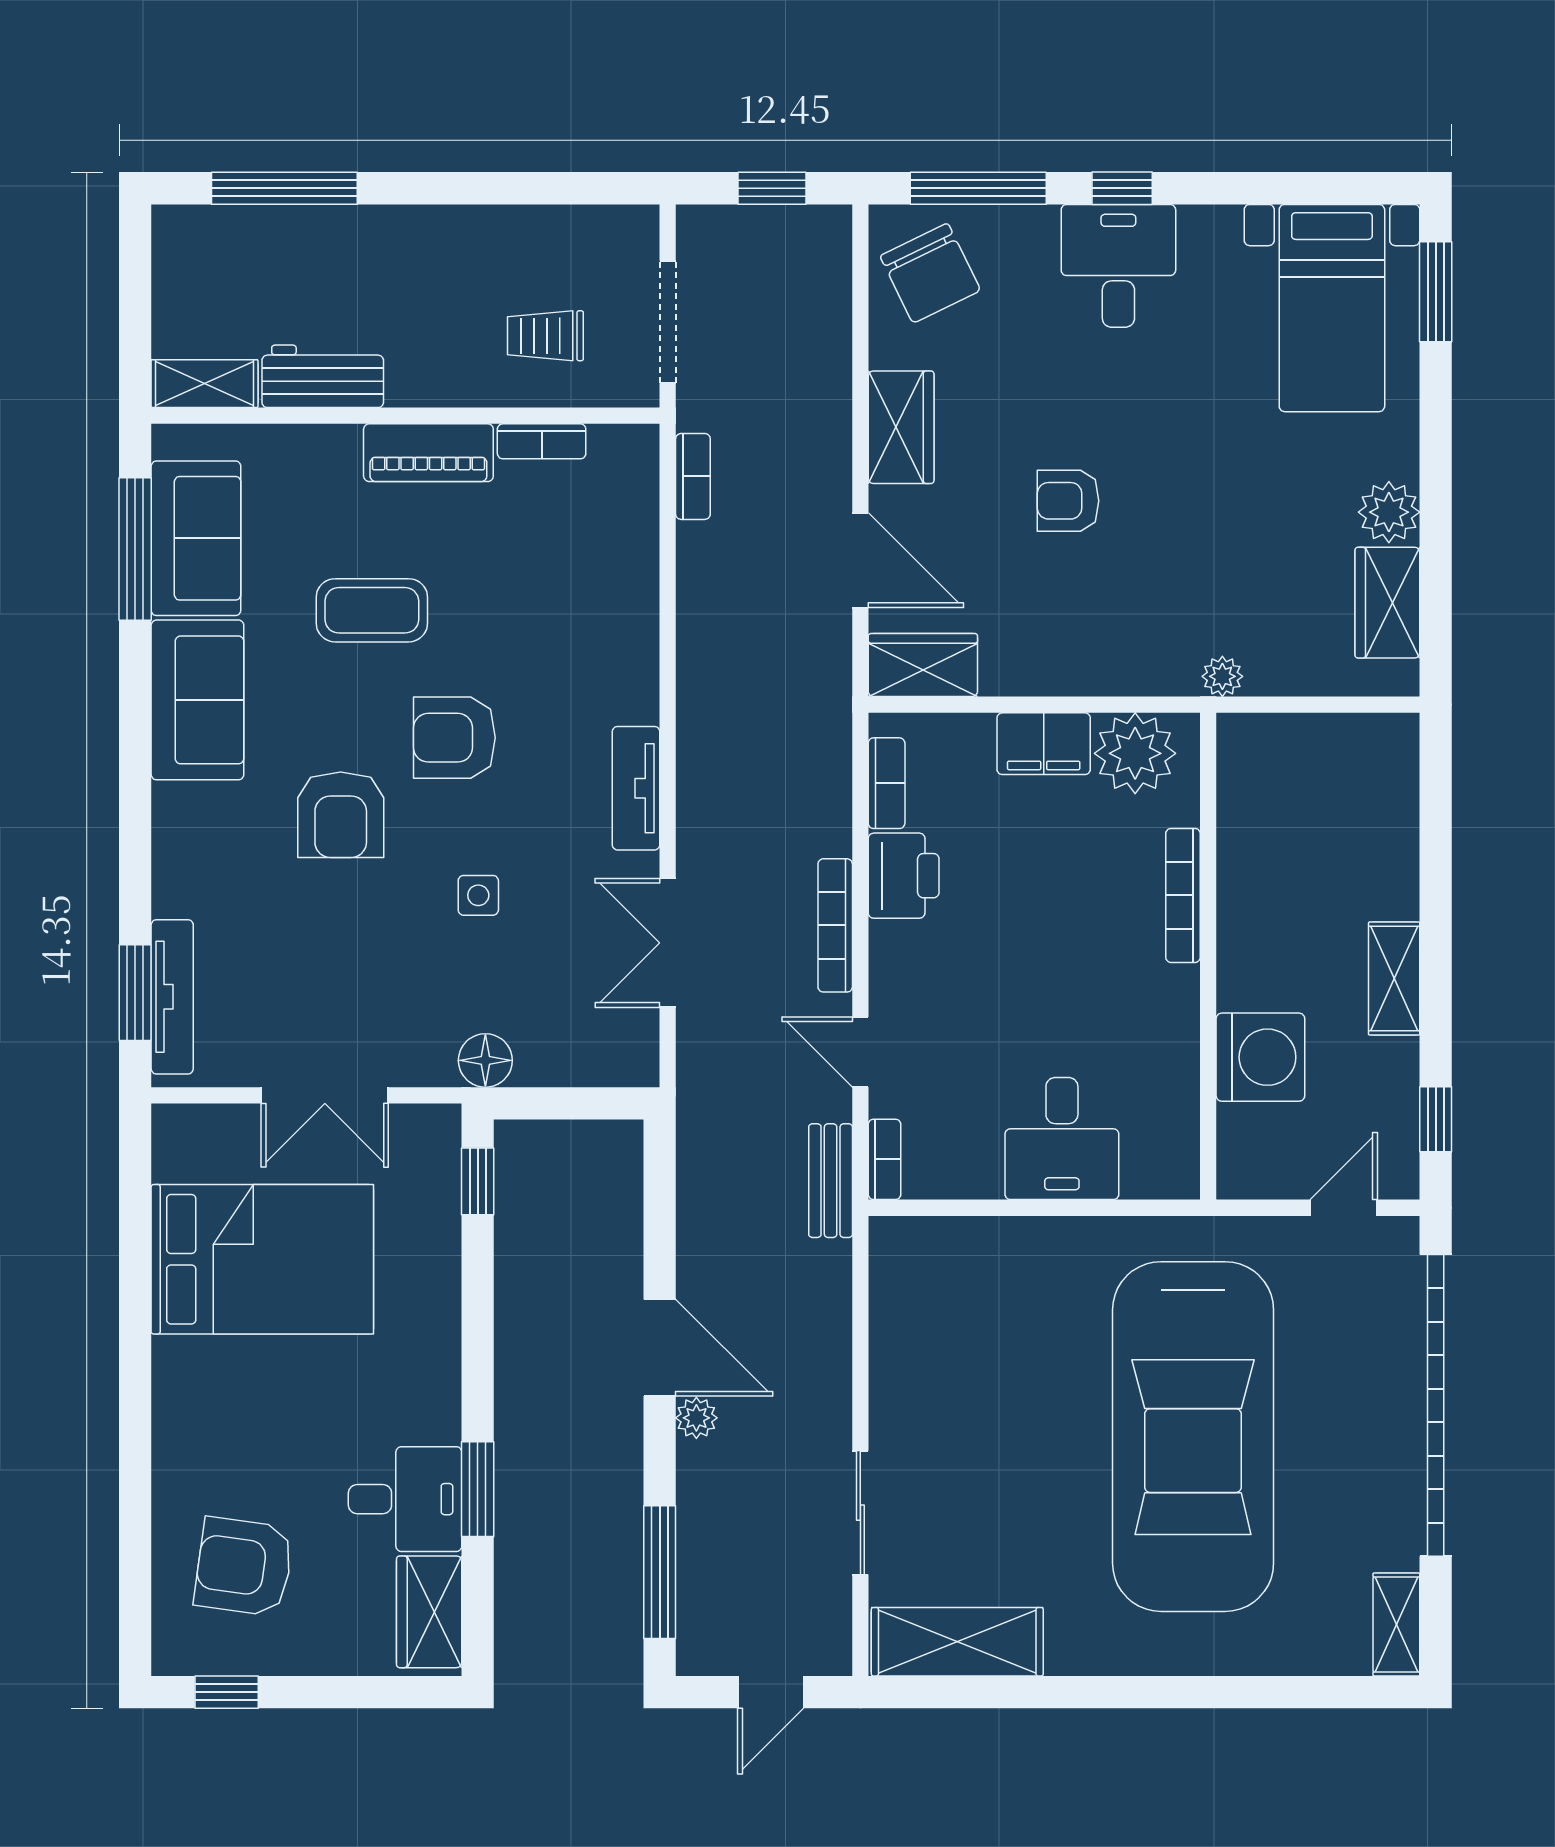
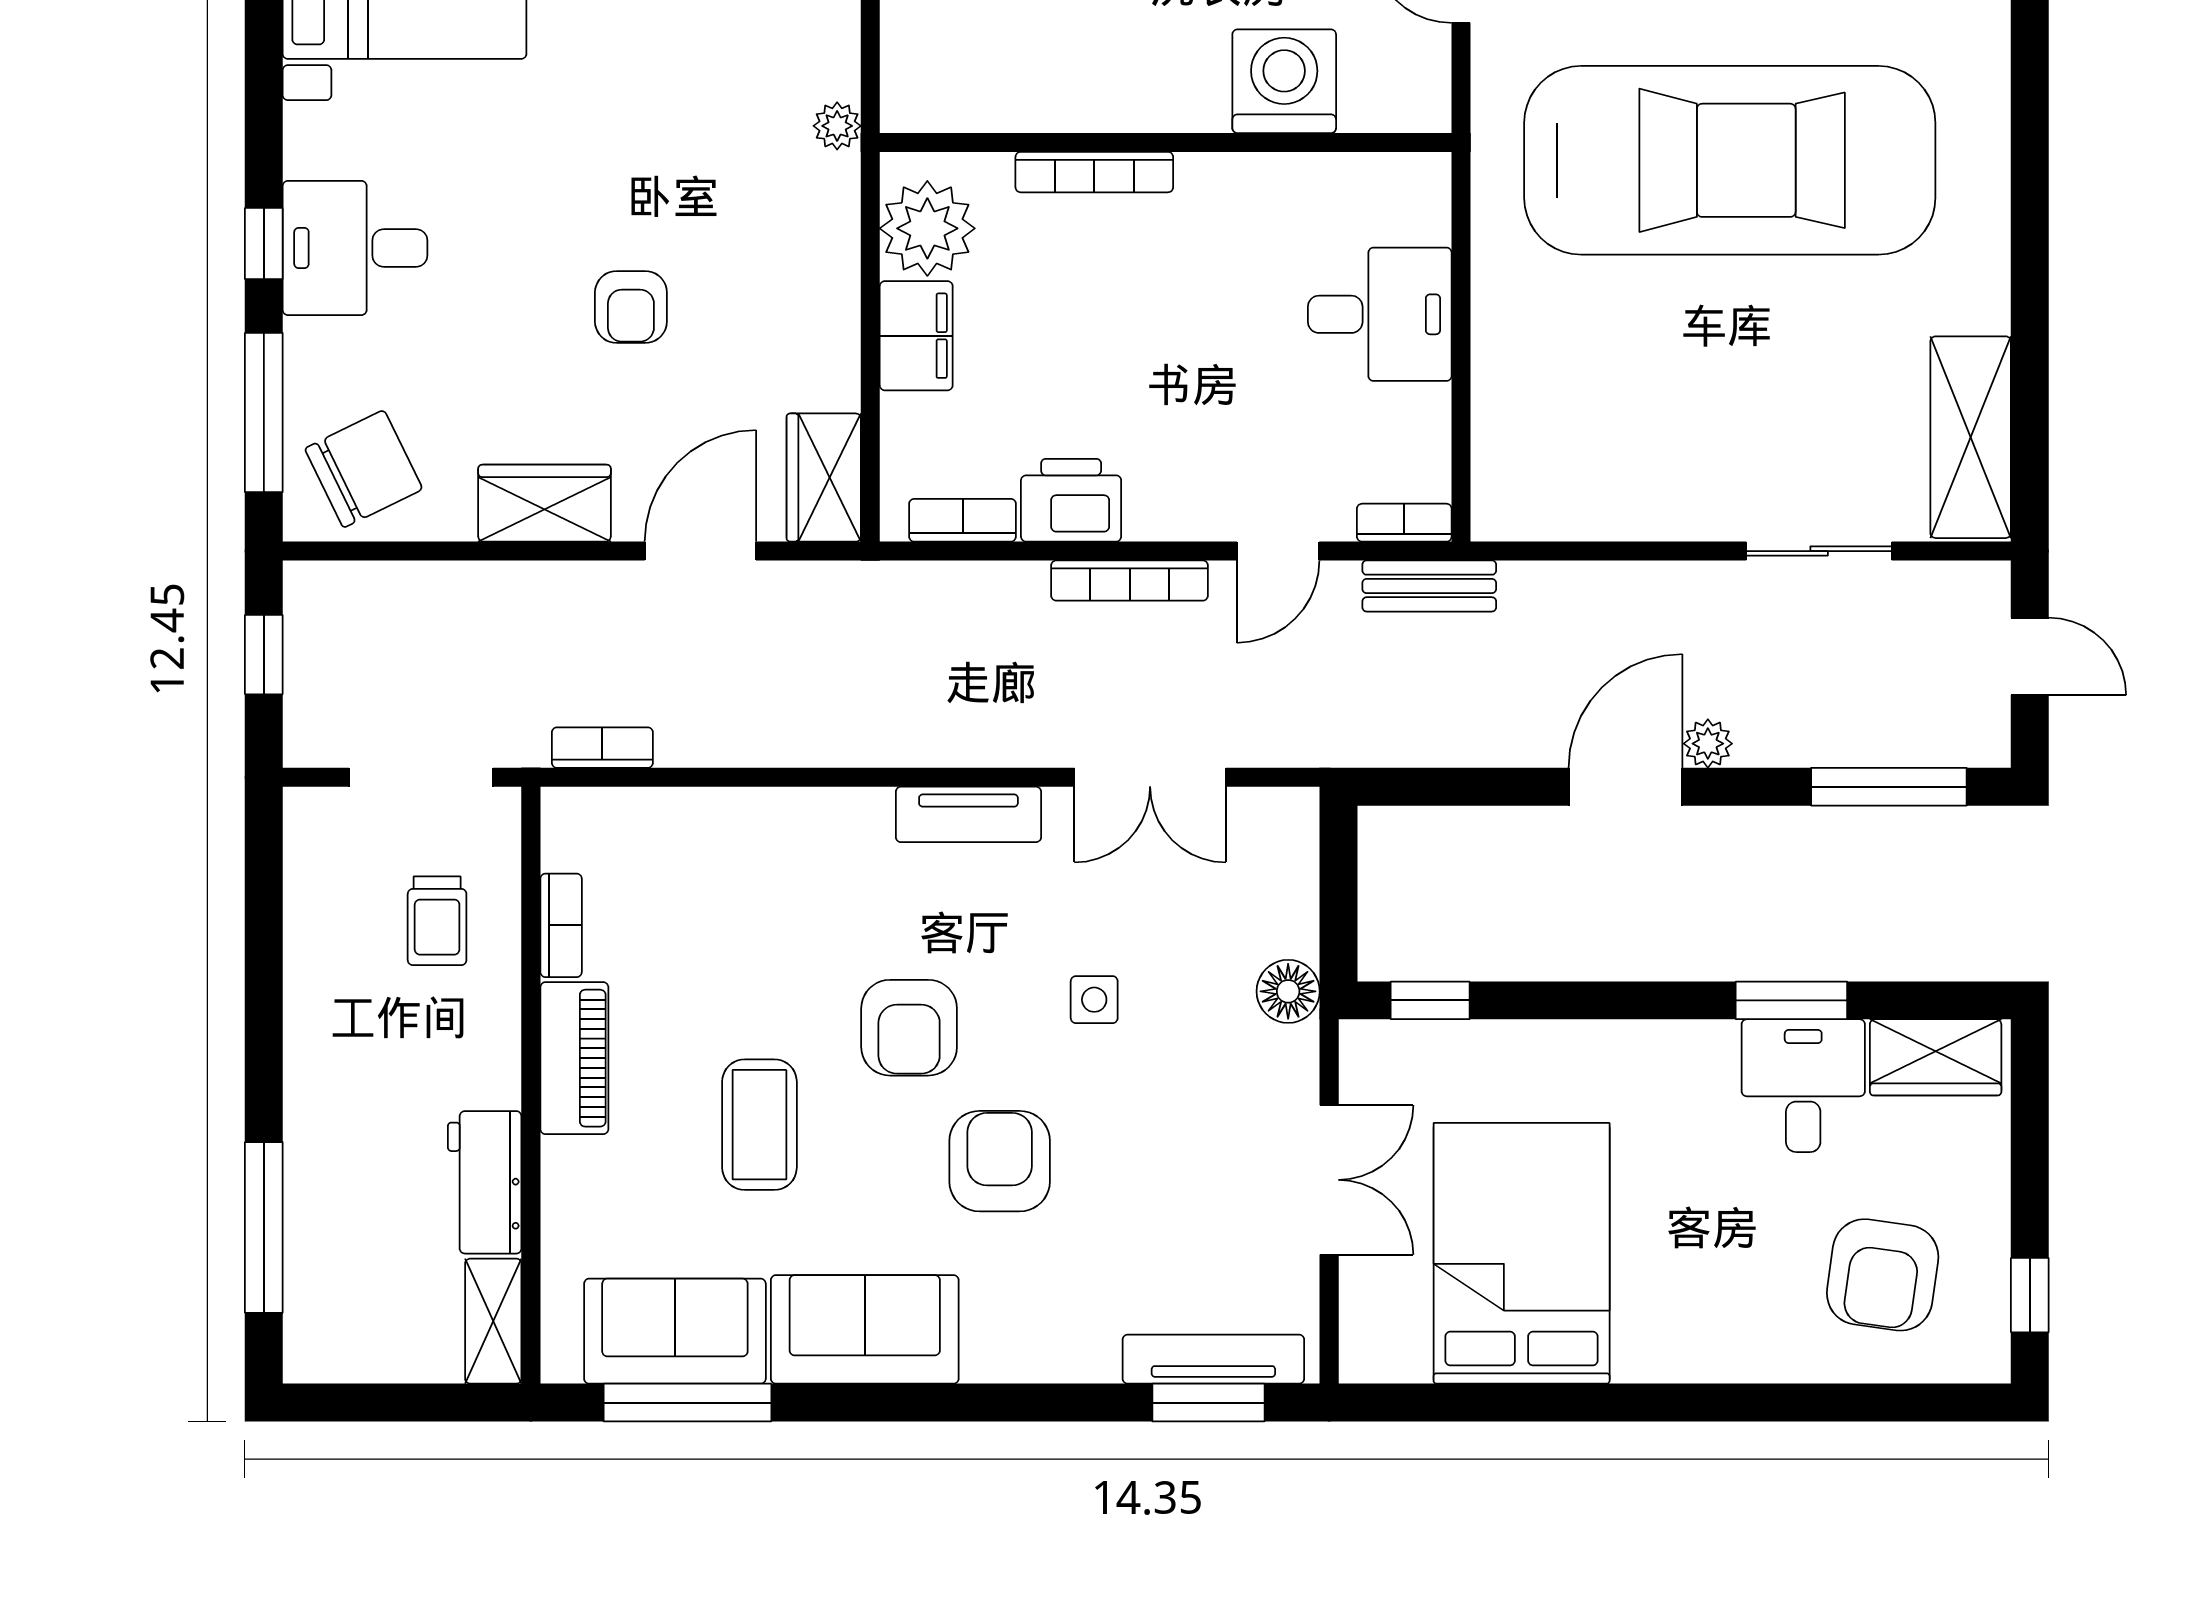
armchair: (341, 815) -> (1000, 1161), turned -90

